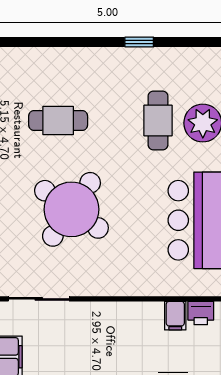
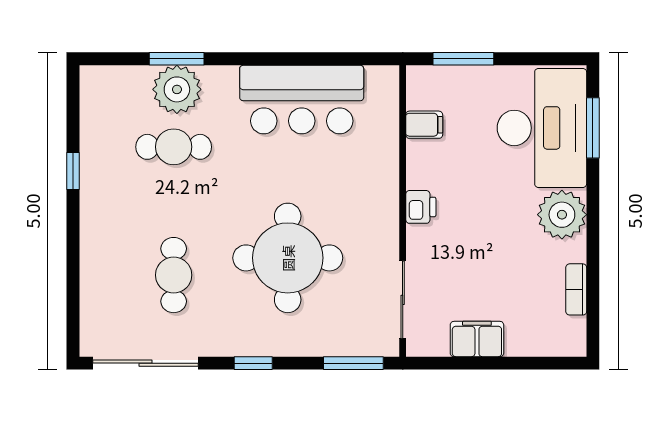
round table: (71, 209) -> (288, 258), turned -35
printer: (201, 313) -> (421, 207), moved

